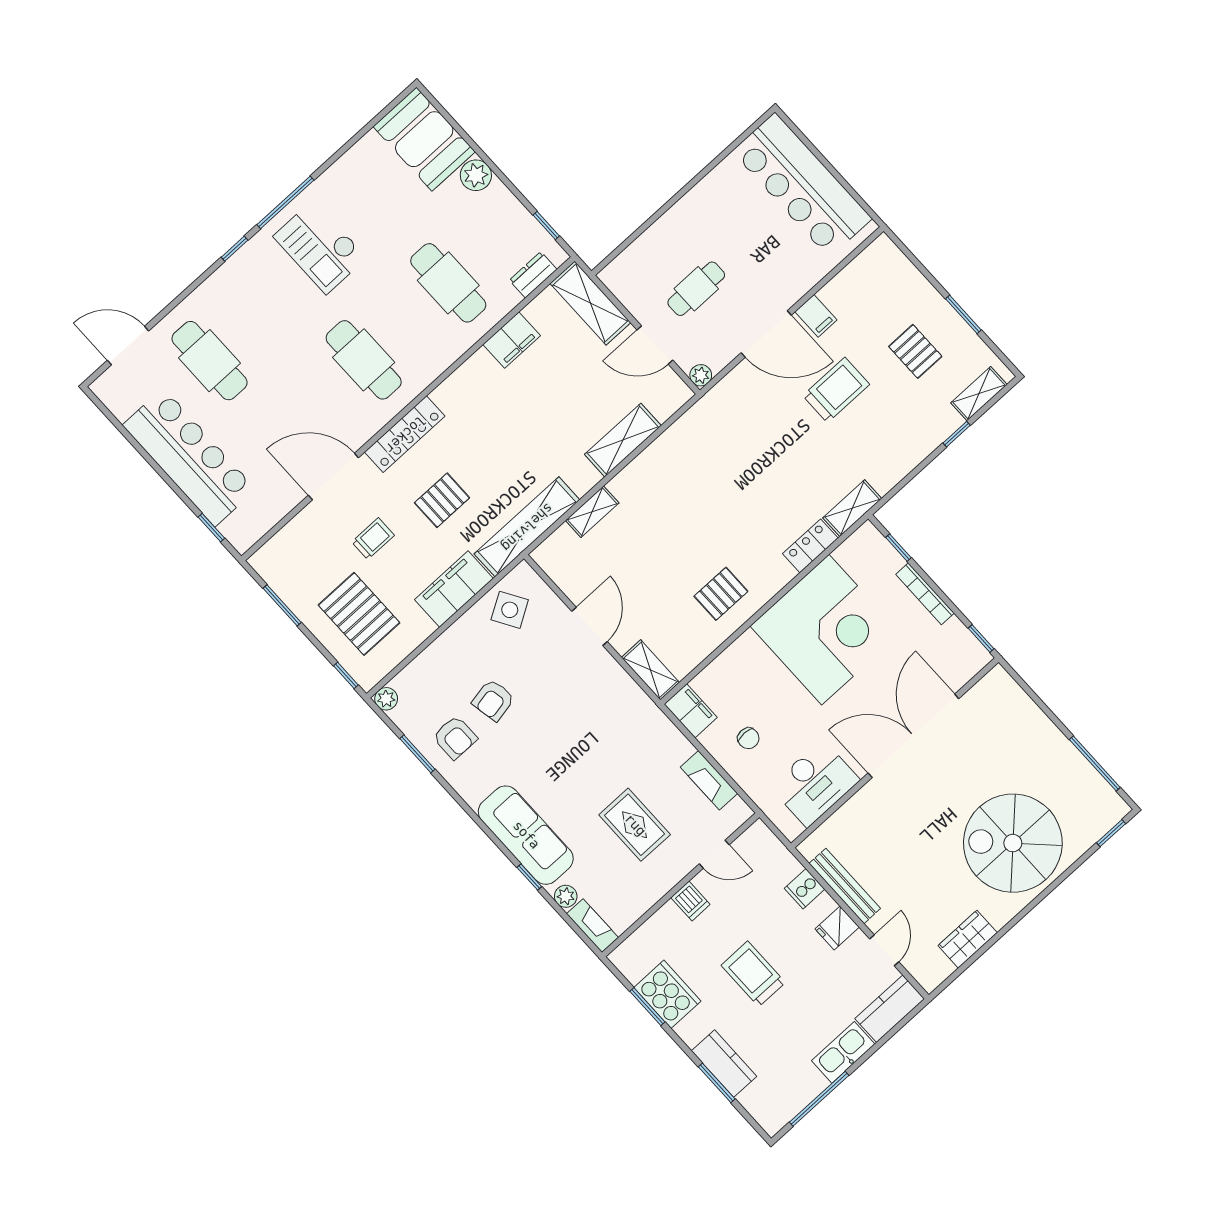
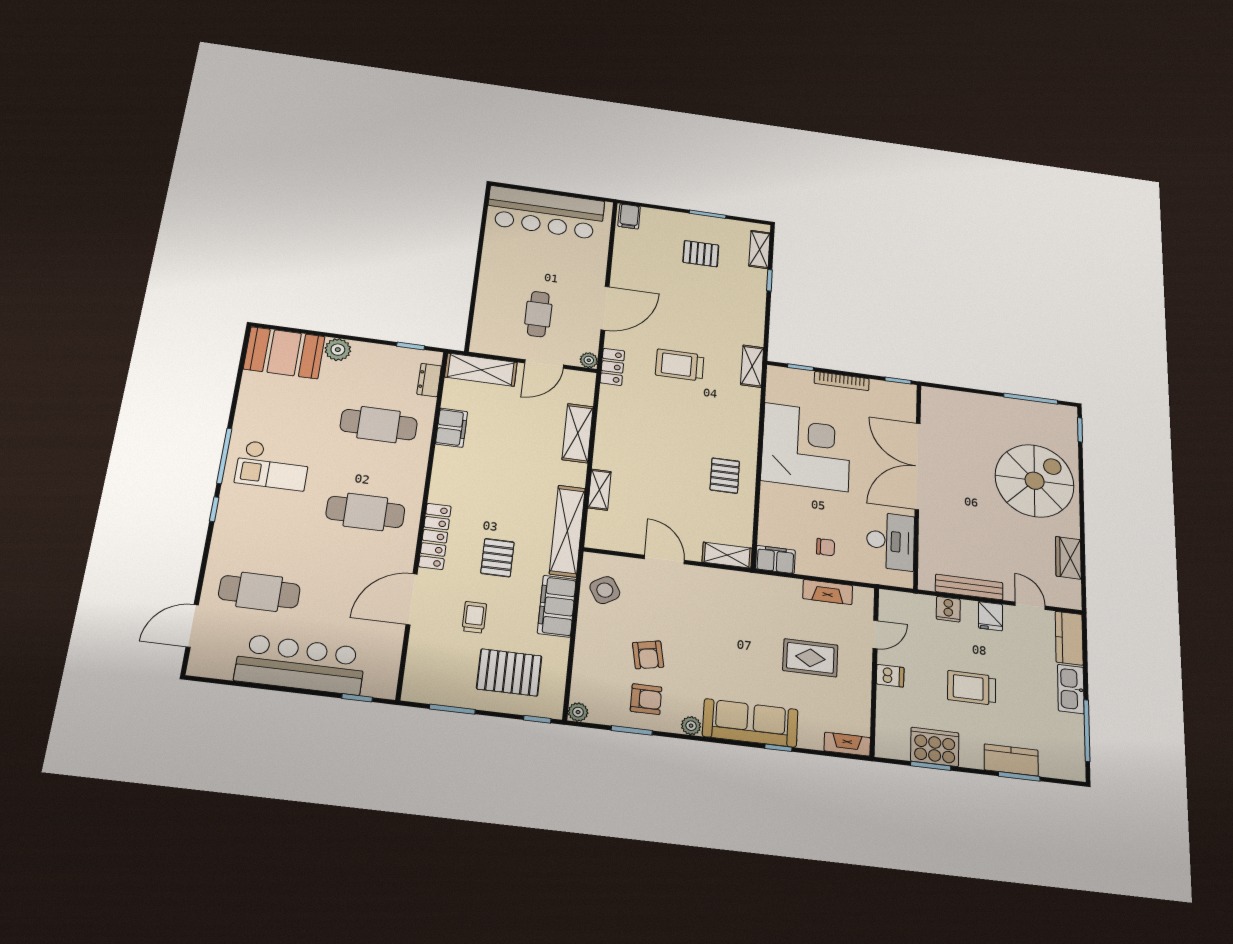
filing cabinet: (816, 316) -> (629, 216), moved, turned 90
trolley: (836, 390) -> (680, 365), moved, turned -90
locker: (810, 546) -> (612, 367), moved, turned 180
spiral stairs: (1013, 843) -> (1035, 481), turned 180
plant: (566, 896) -> (691, 726), moved

